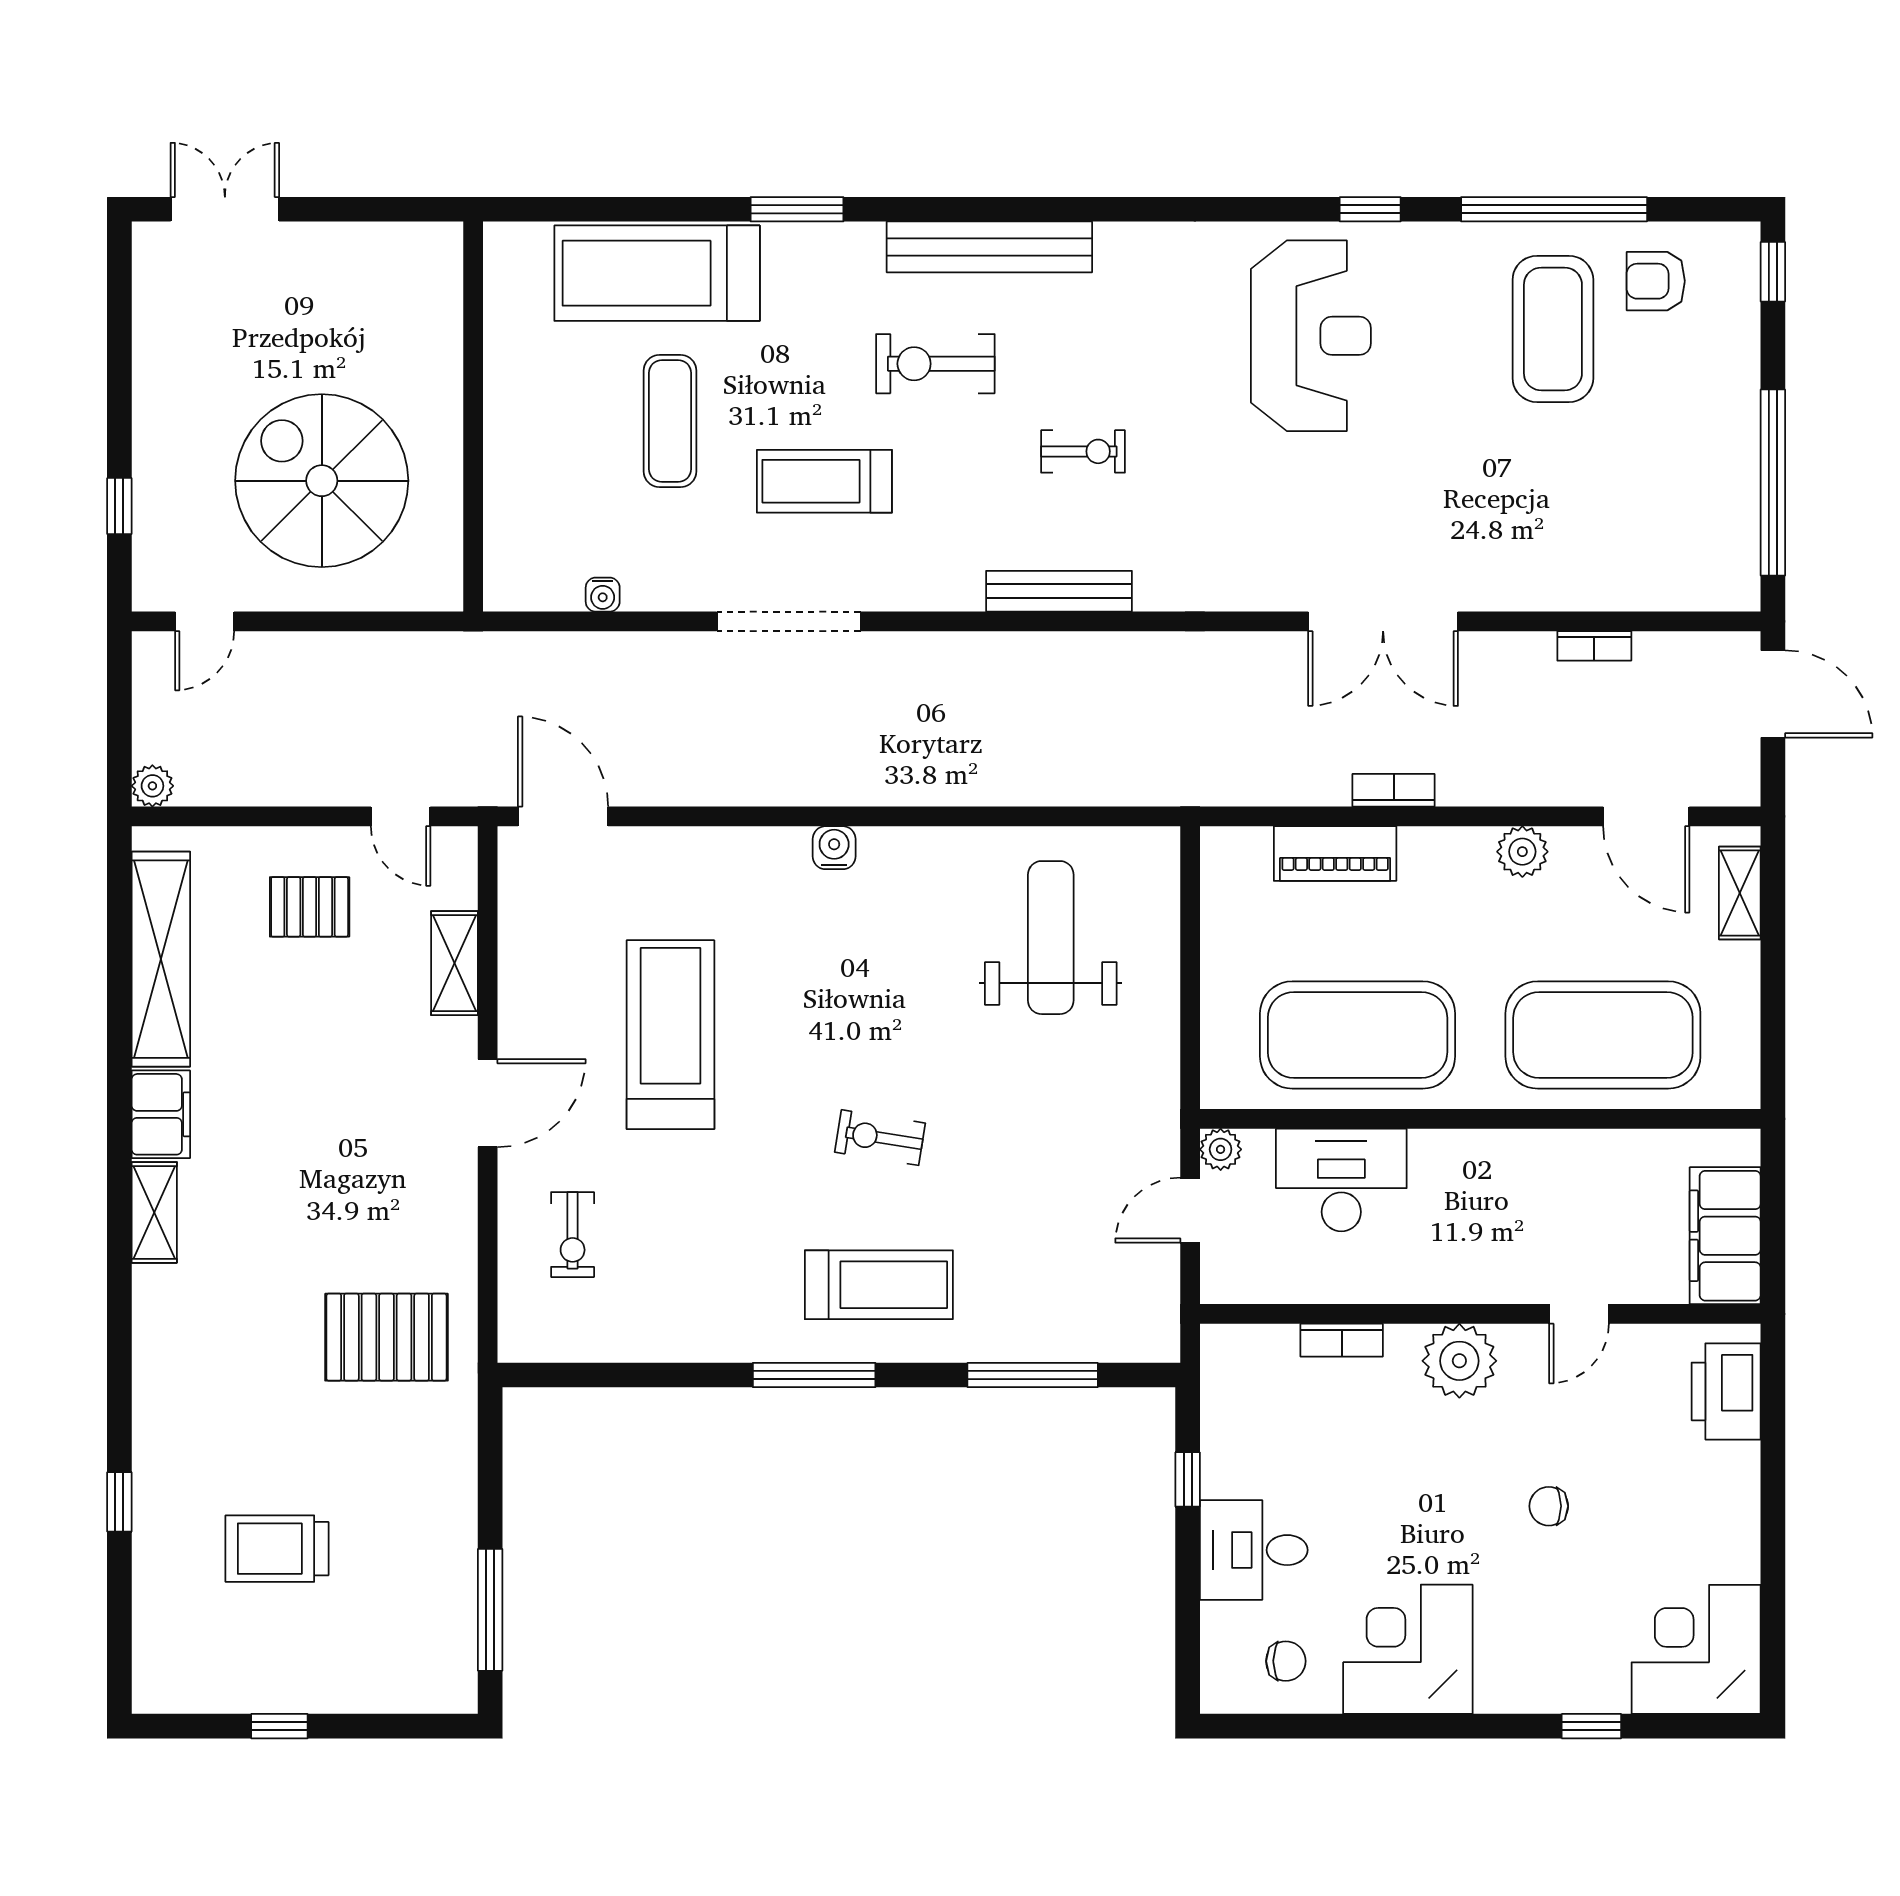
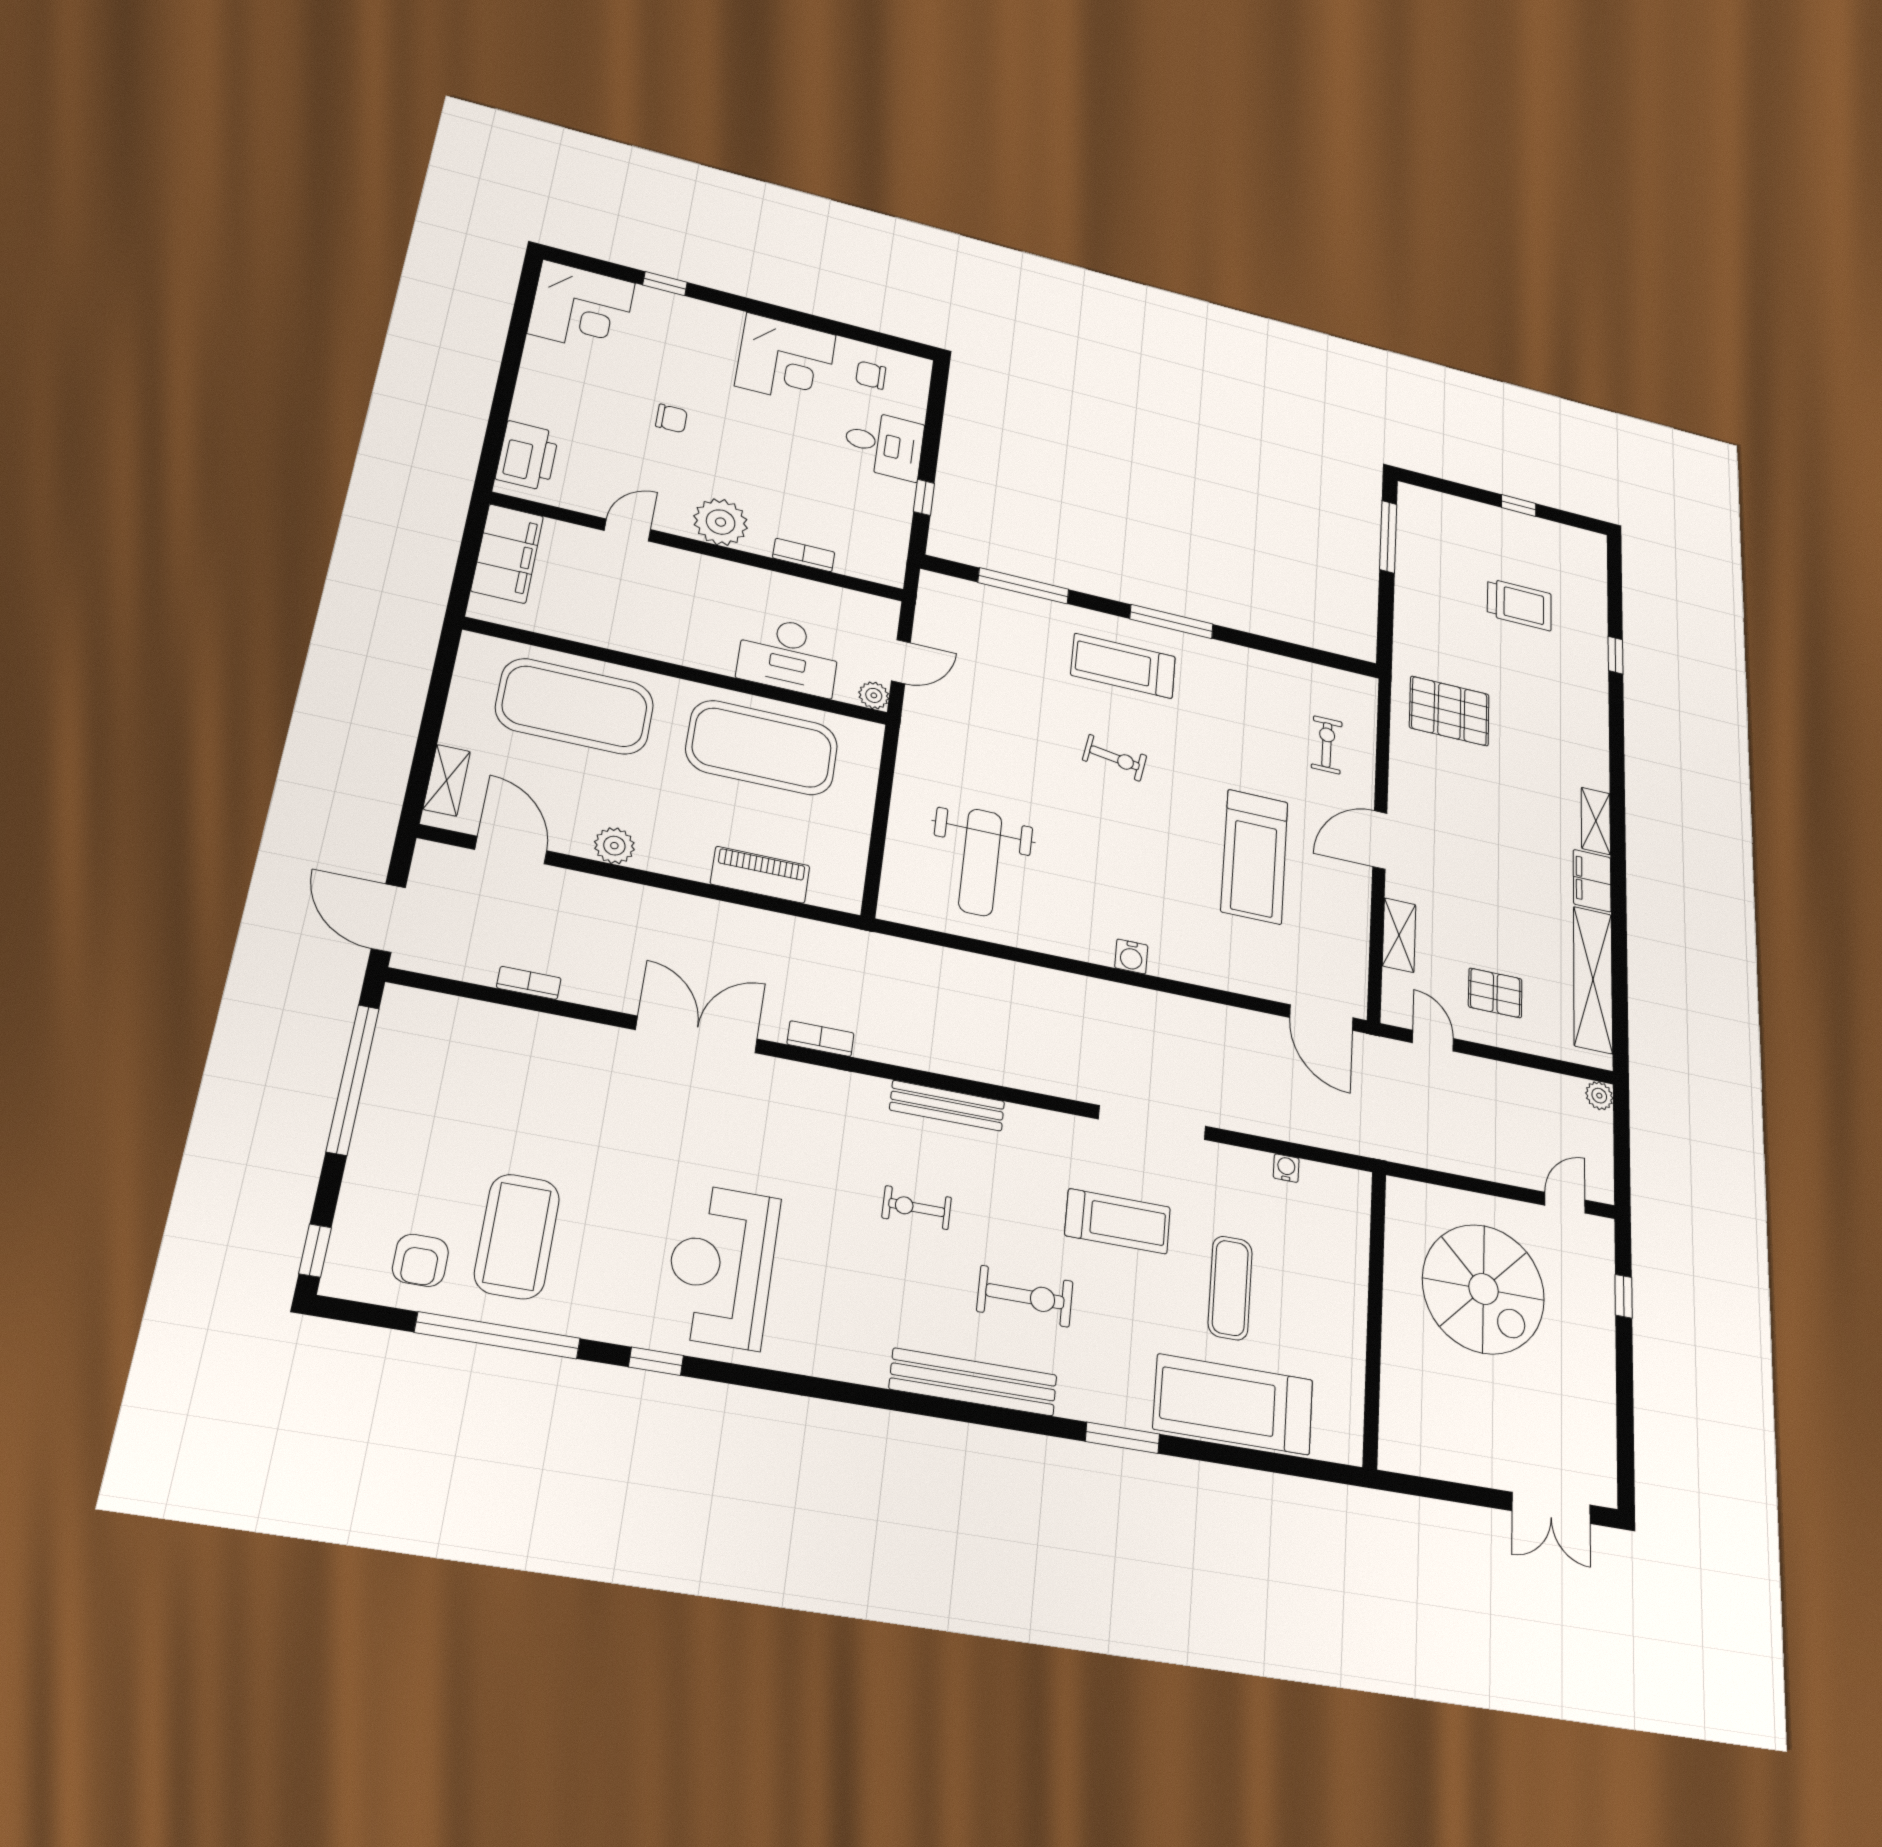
treadmill: (657, 273) -> (1233, 1404), turned 180
armchair: (1656, 281) -> (420, 1260), turned 90
bookcase: (1394, 790) -> (820, 1039), moved, turned 180

